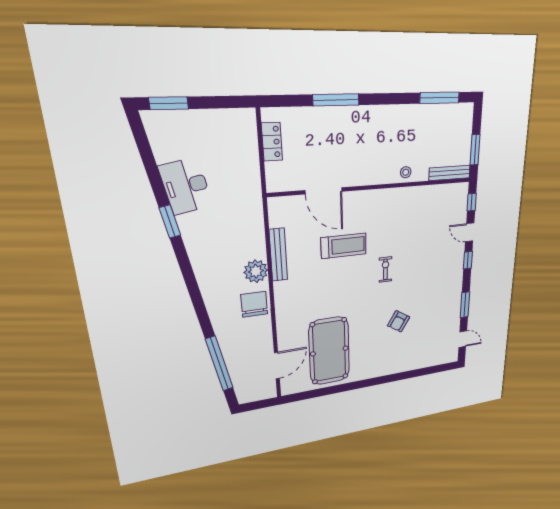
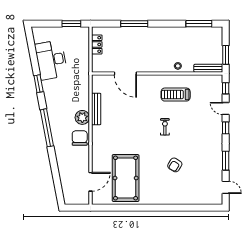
window: (169, 103) -> (71, 24), moved
desk: (186, 186) -> (51, 60), width x1.36, depth x1.30
treadmill: (344, 246) -> (176, 95), moved, turned 180
window: (219, 364) -> (47, 128), moved

